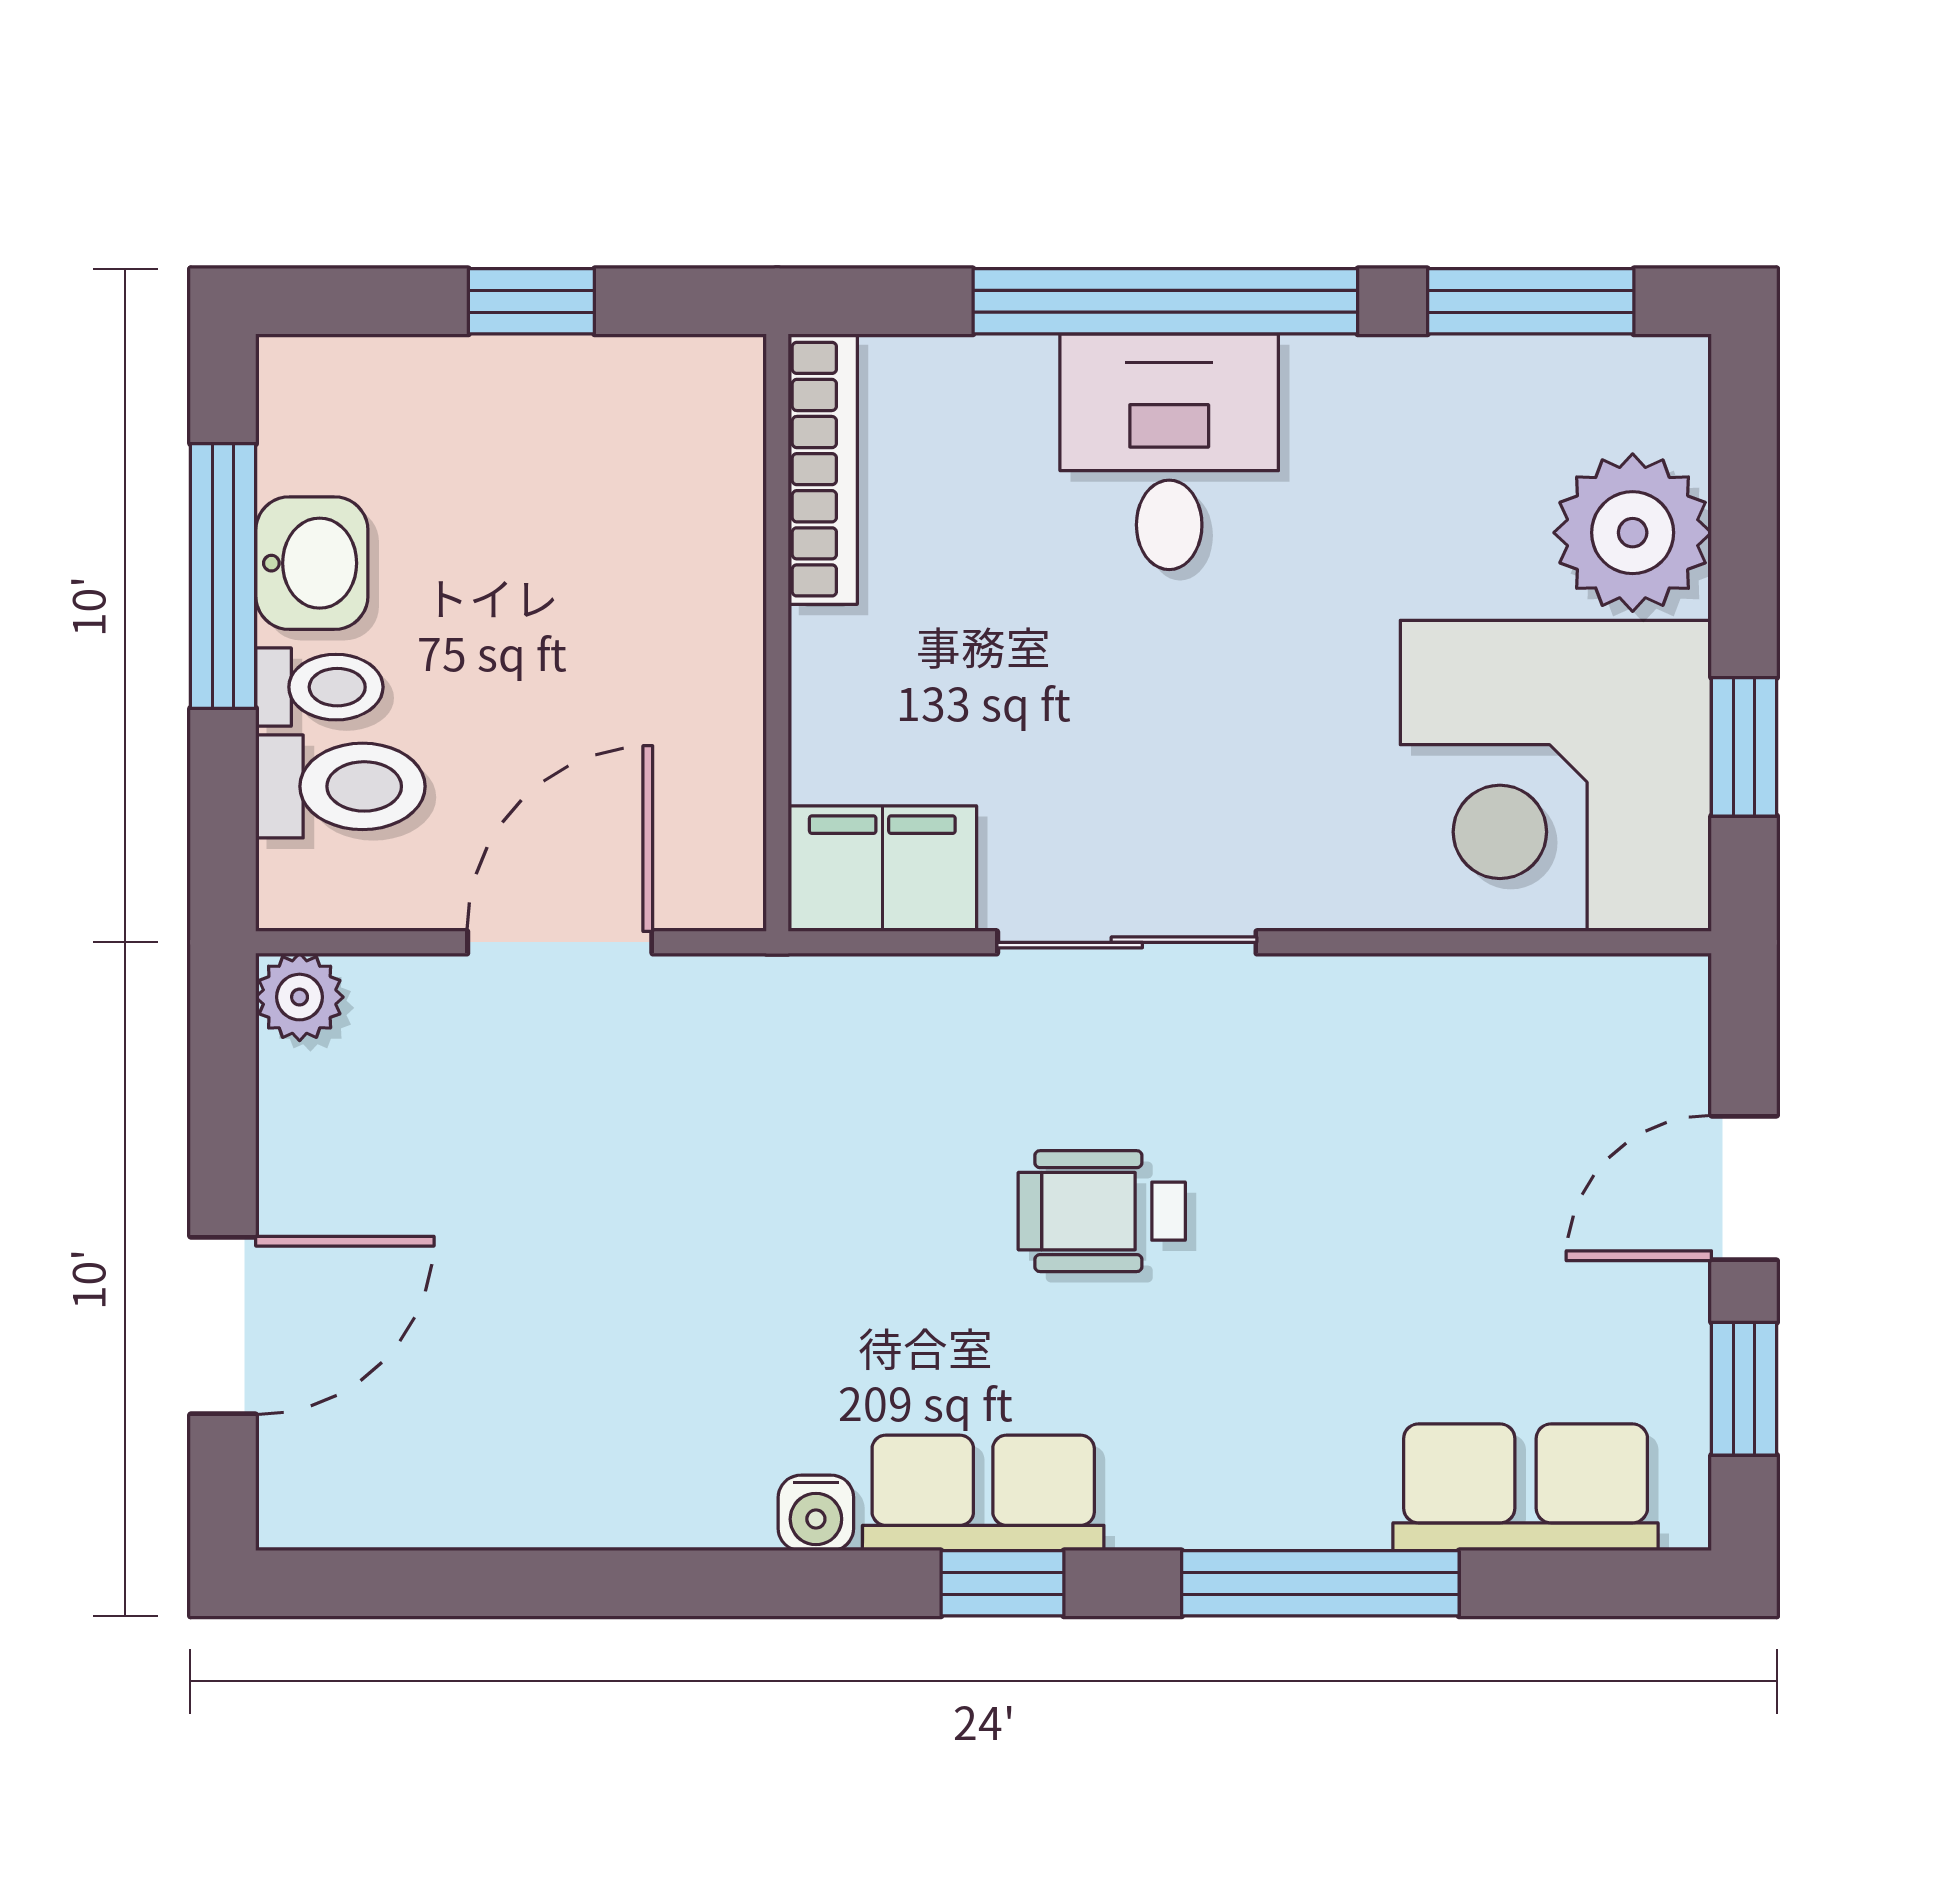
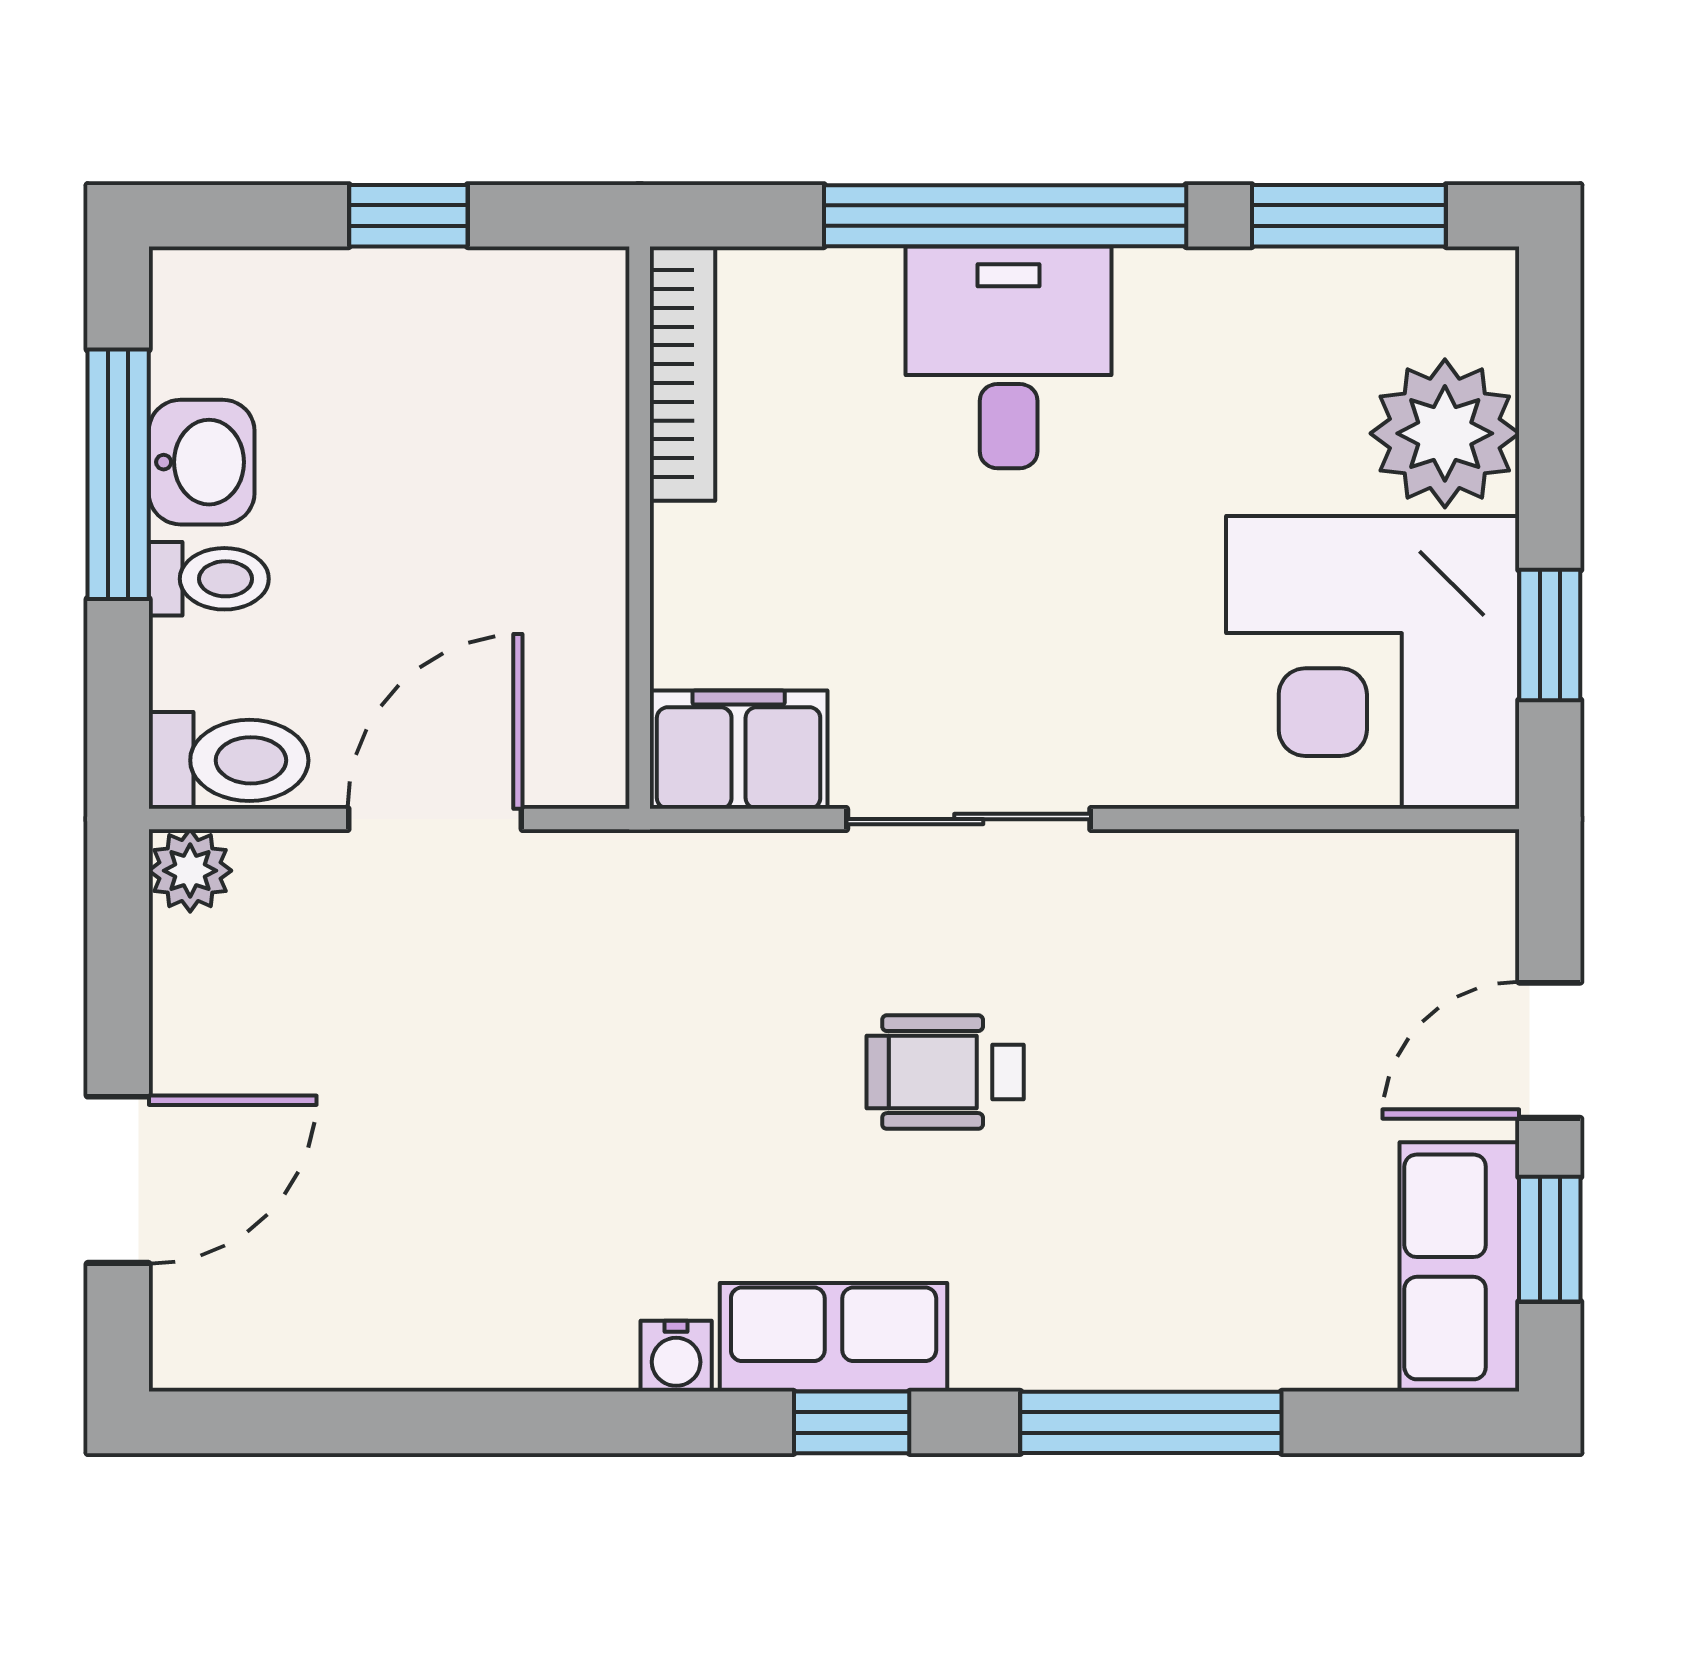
toilet: (340, 786) -> (229, 760), moved
row of seats: (1526, 1487) -> (1459, 1267), moved, turned -90

